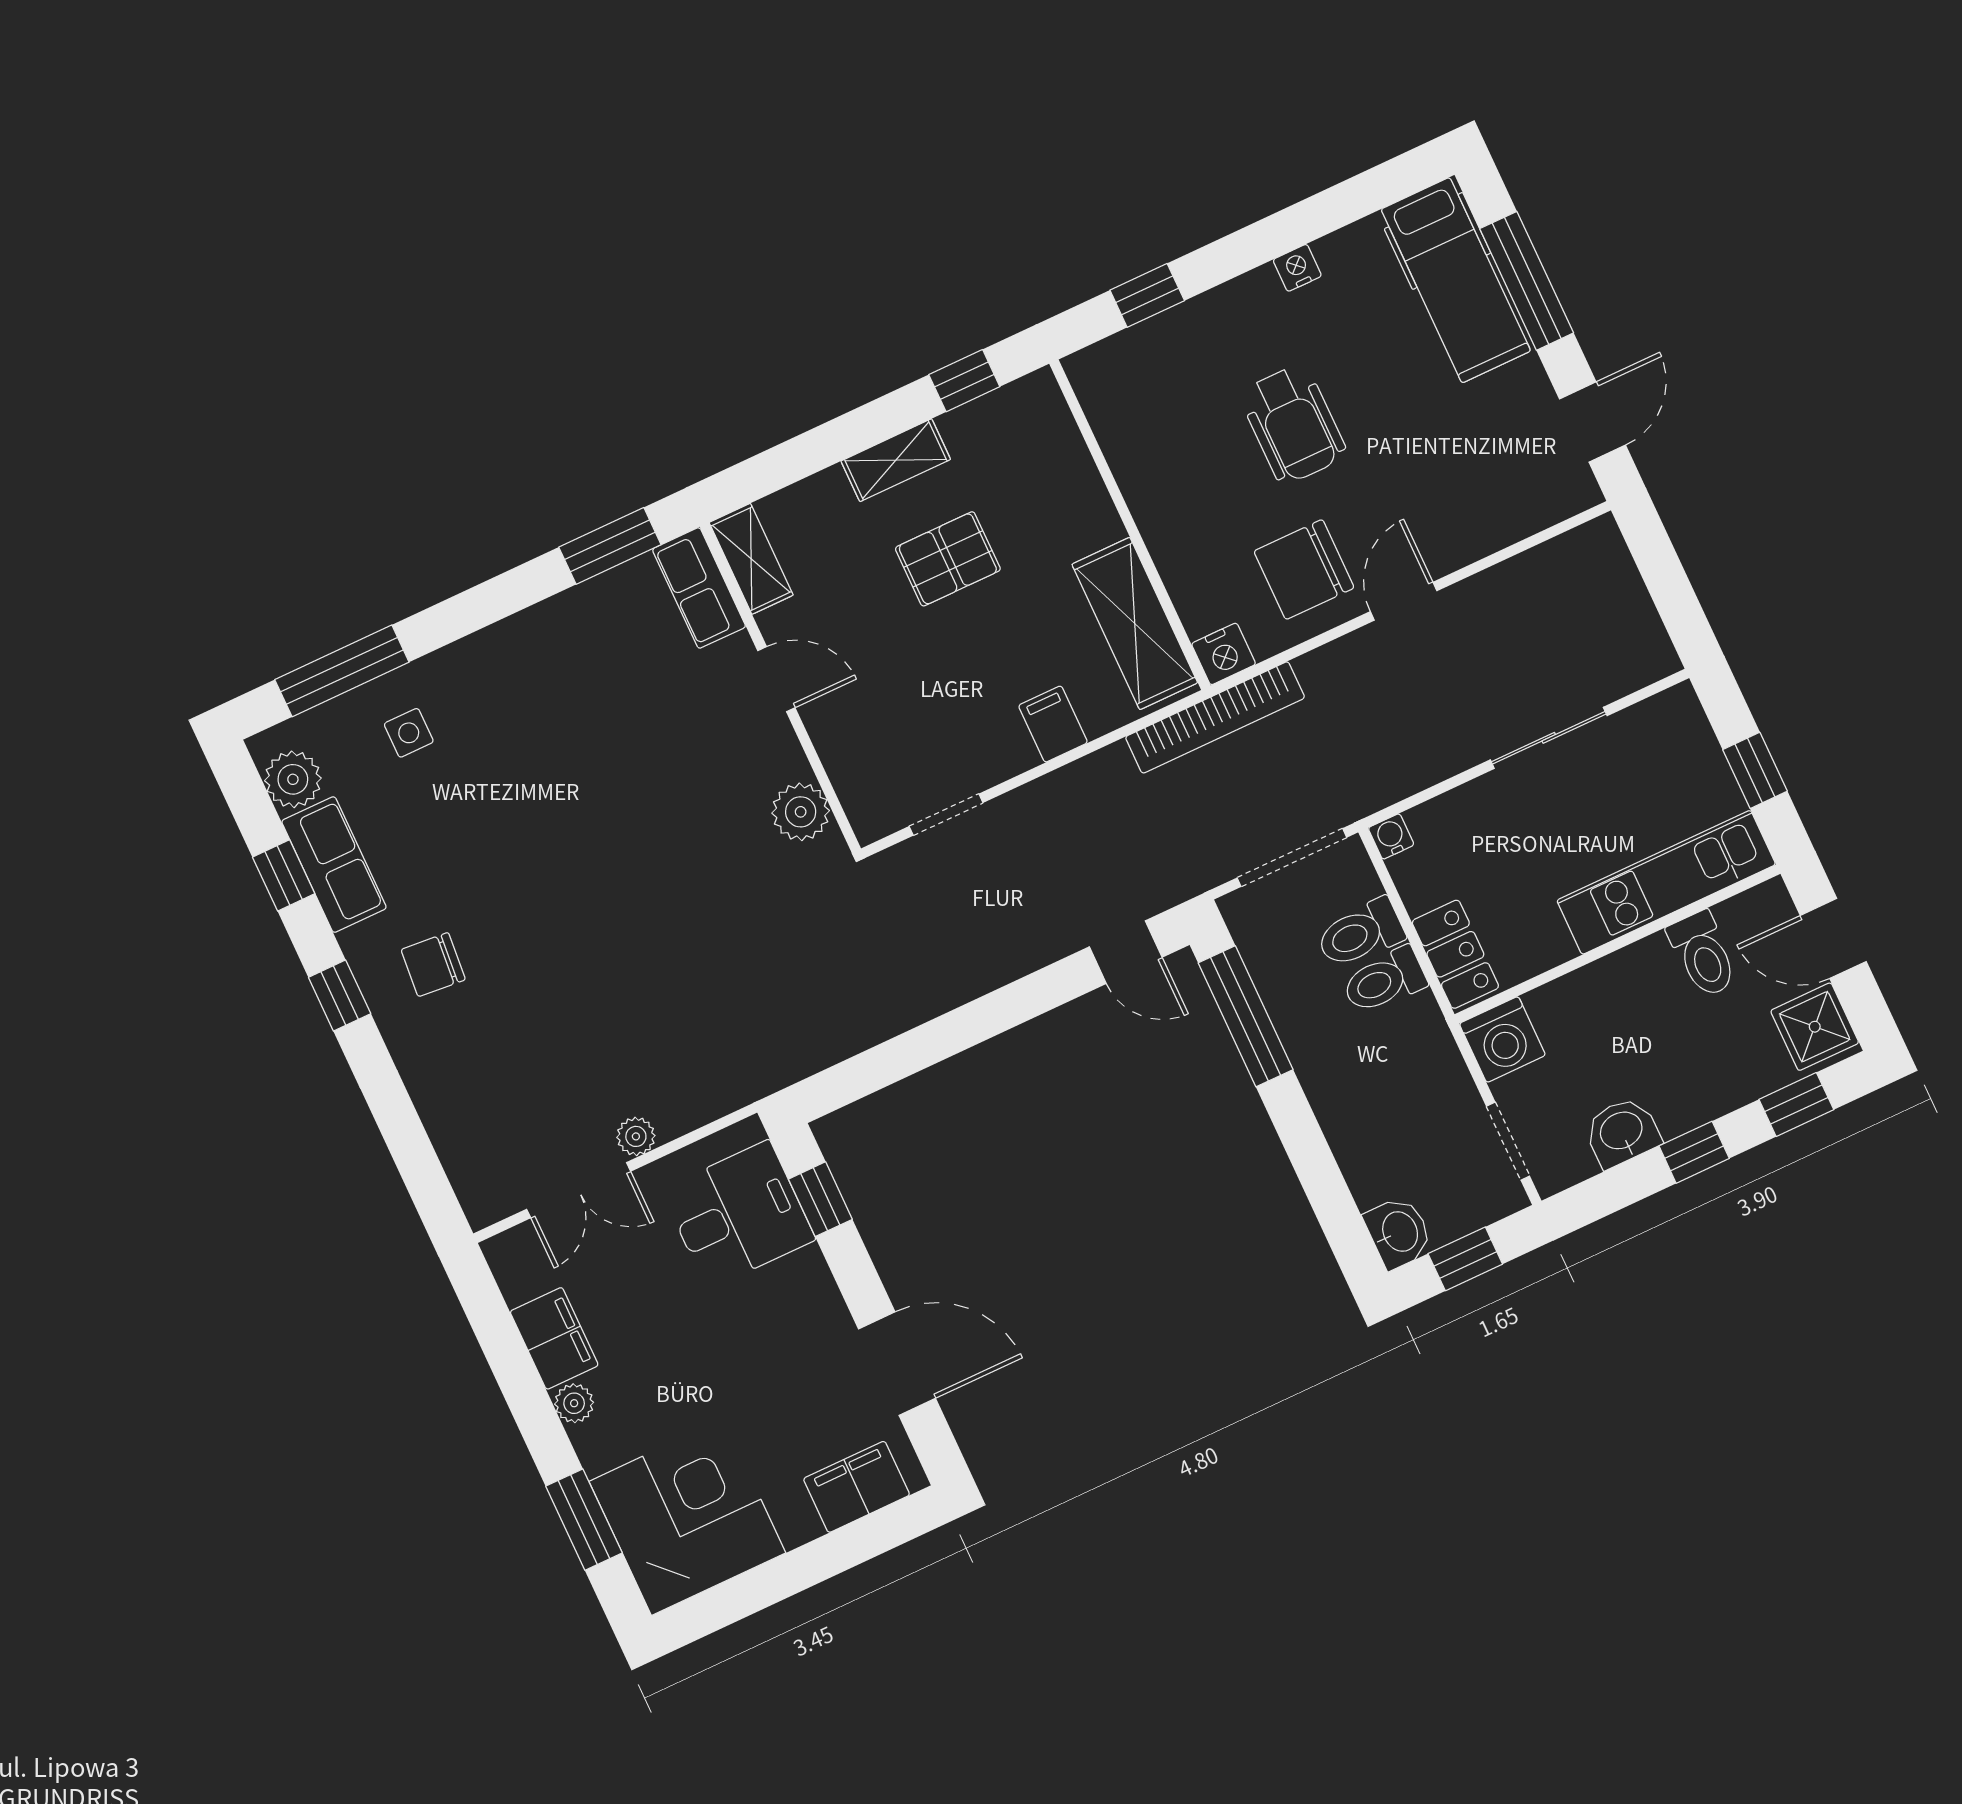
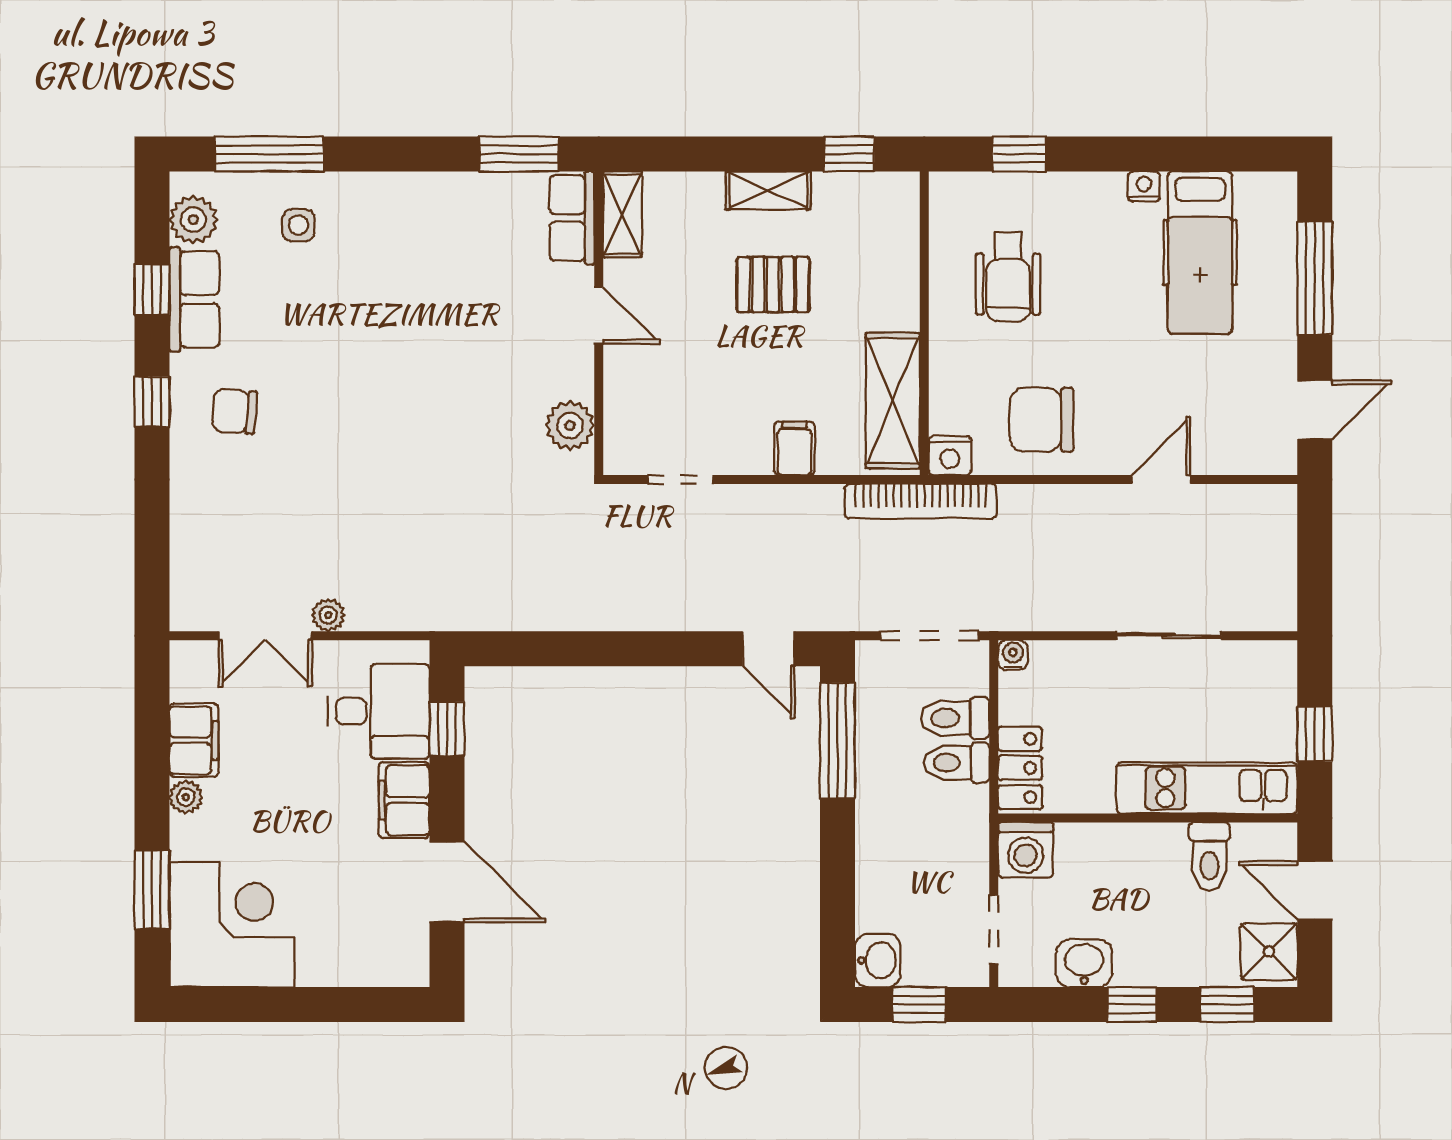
hospital bed: (1456, 280) -> (1200, 252), moved
wheelchair: (1293, 424) -> (1008, 277), moved
door: (1404, 601) -> (1161, 479), moved
filing cabinet: (857, 1487) -> (404, 800), moved, turned -90

